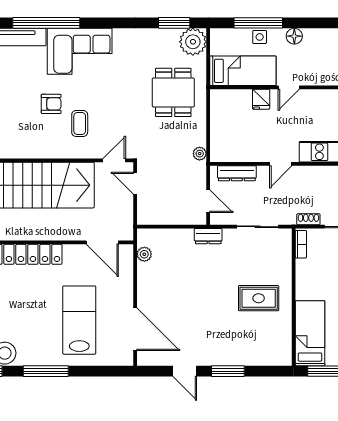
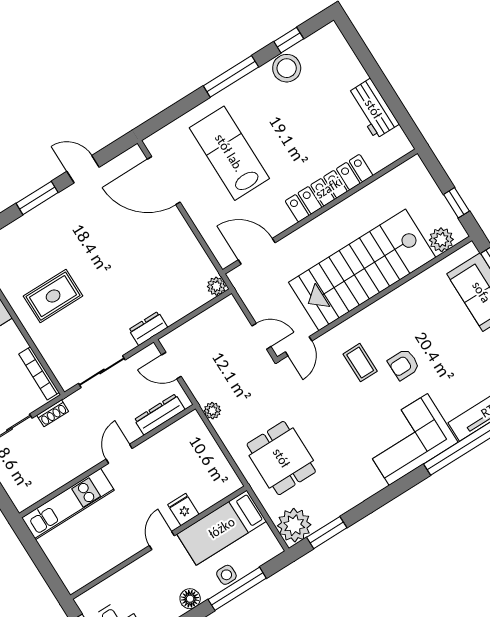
bookcase: (301, 244) -> (39, 373), width x1.56
plant: (144, 254) -> (216, 286), moved
lab bench: (79, 320) -> (229, 153), turned 180

